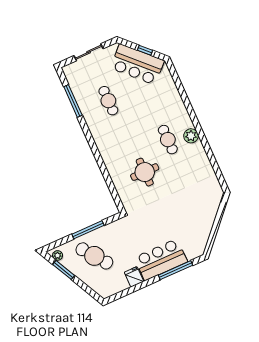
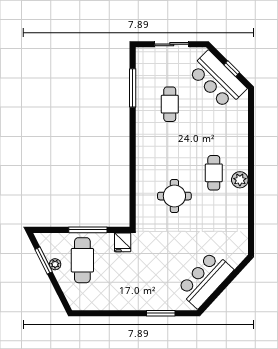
plant: (58, 255) -> (55, 264), moved
cafe table: (94, 256) -> (82, 260), turned 37
bar counter: (161, 260) -> (205, 280), moved, turned -47
window: (176, 270) -> (161, 313), width x0.69
fridge: (134, 277) -> (123, 242), moved, turned 180

